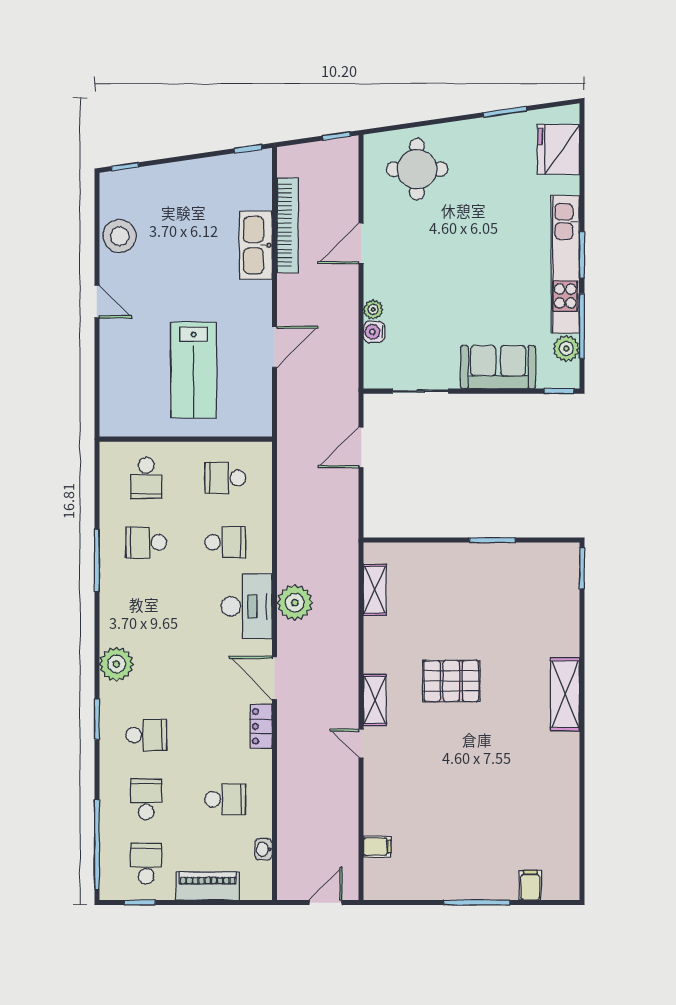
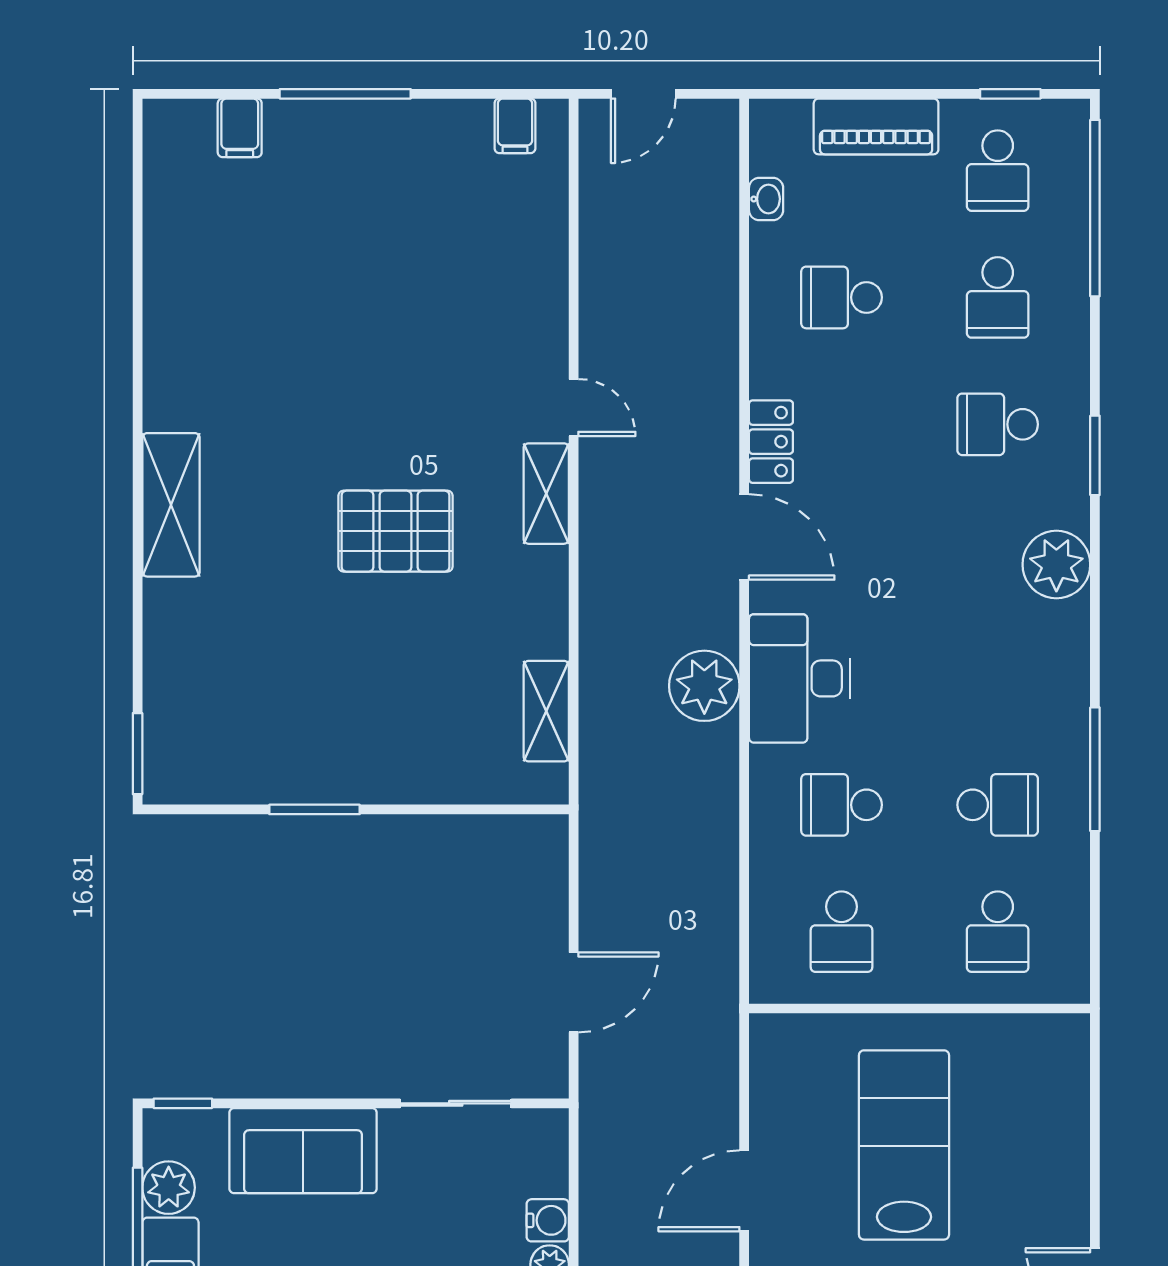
school desk: (146, 478) -> (998, 932), turned 180
school desk: (225, 478) -> (842, 932), turned 90
filing cabinet: (377, 847) -> (515, 126), moved, turned -90

